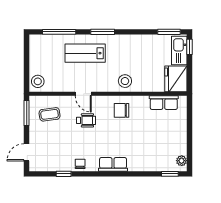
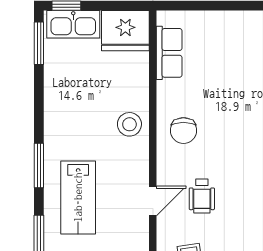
wheelchair: (86, 120) -> (202, 196), turned 180

